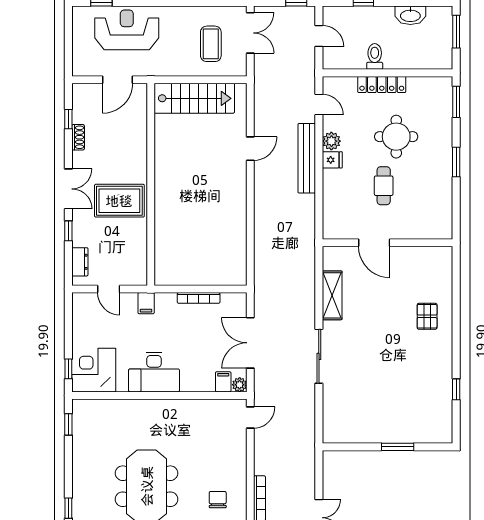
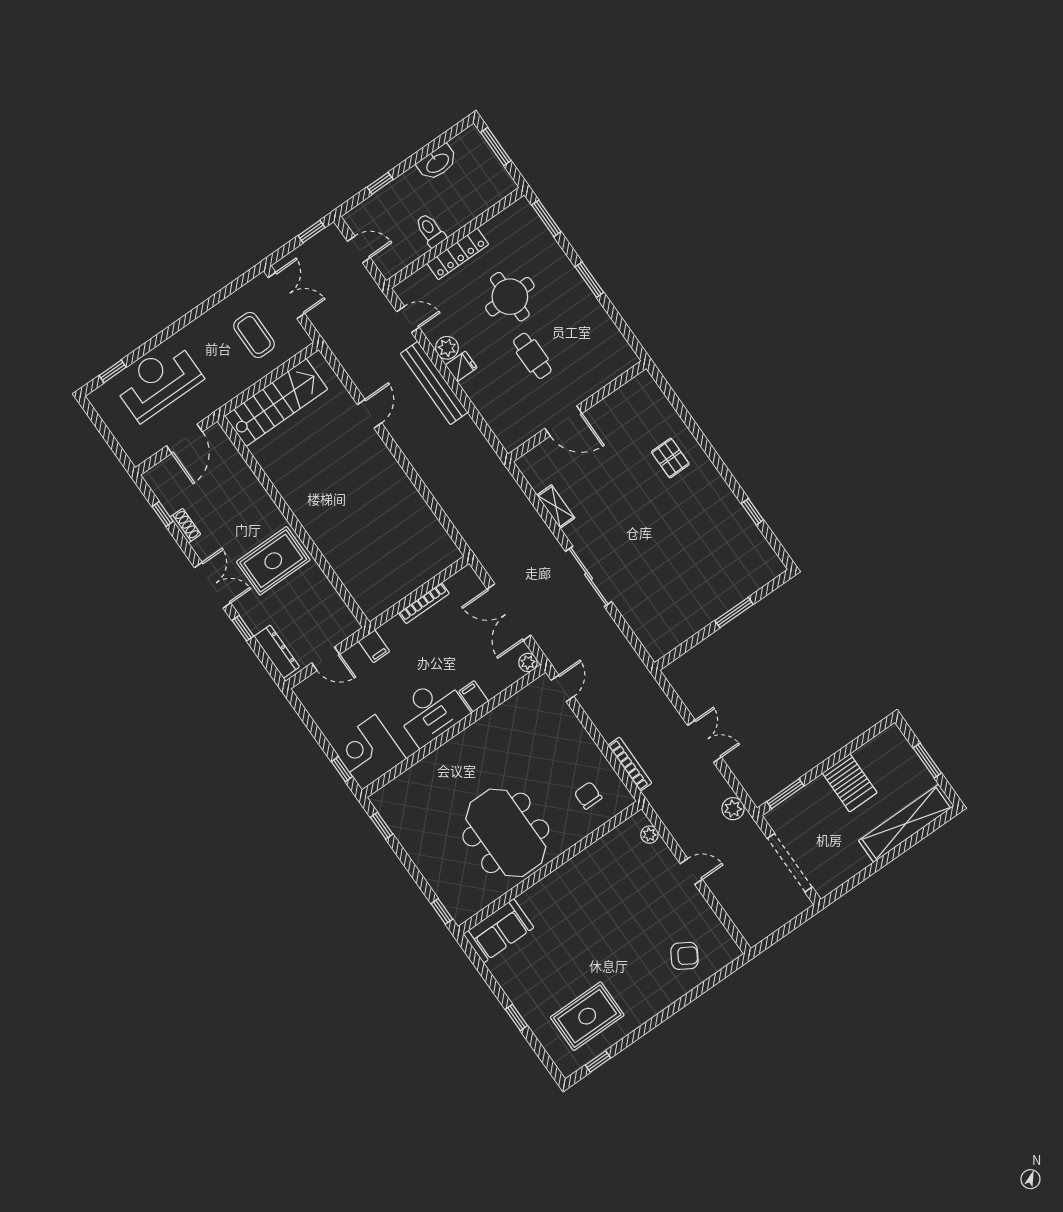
dresser: (80, 262) -> (277, 652), width x1.44
shelving: (332, 295) -> (556, 507), width x0.67, depth x0.75
filing cabinet: (223, 382) -> (474, 696), moved

